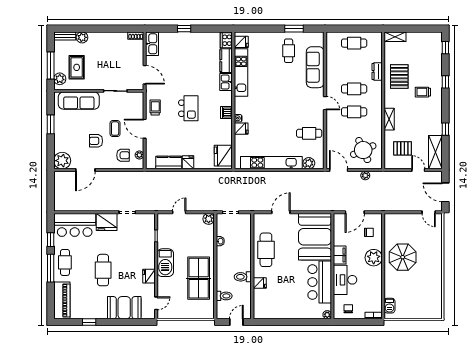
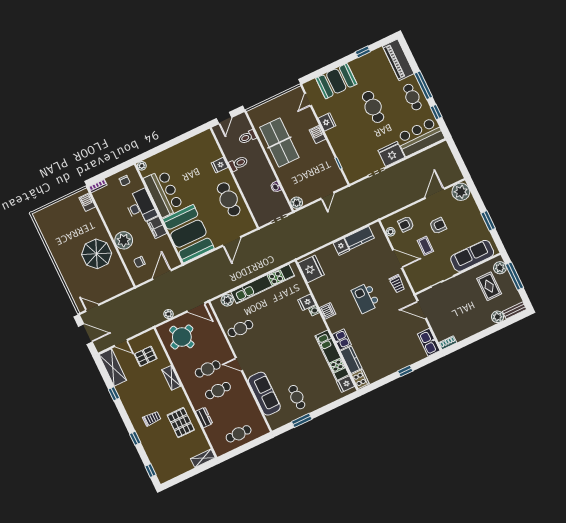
barbecue: (165, 263) -> (317, 135), width x0.53, depth x0.65

